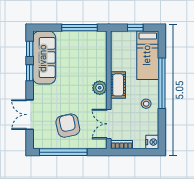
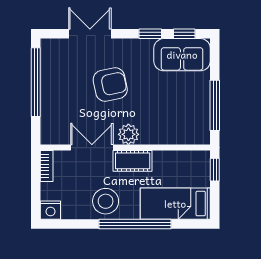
window: (135, 28) -> (215, 170), moved
sofa: (44, 58) -> (182, 55), width x0.73
stool: (146, 104) -> (106, 201), width x1.89, depth x1.89
double door: (109, 124) -> (92, 148), moved
armchair: (68, 126) -> (110, 84), moved

